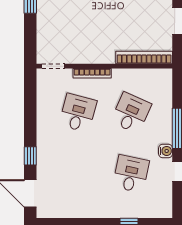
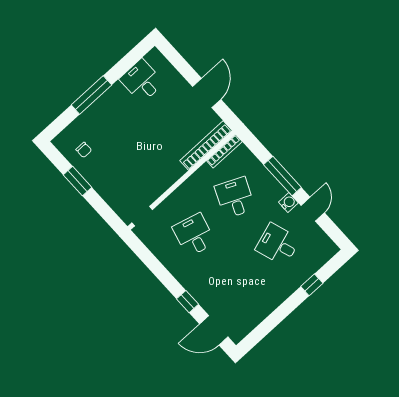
bookcase: (92, 73) -> (224, 151), moved
desk: (131, 174) -> (278, 244), turned -30

